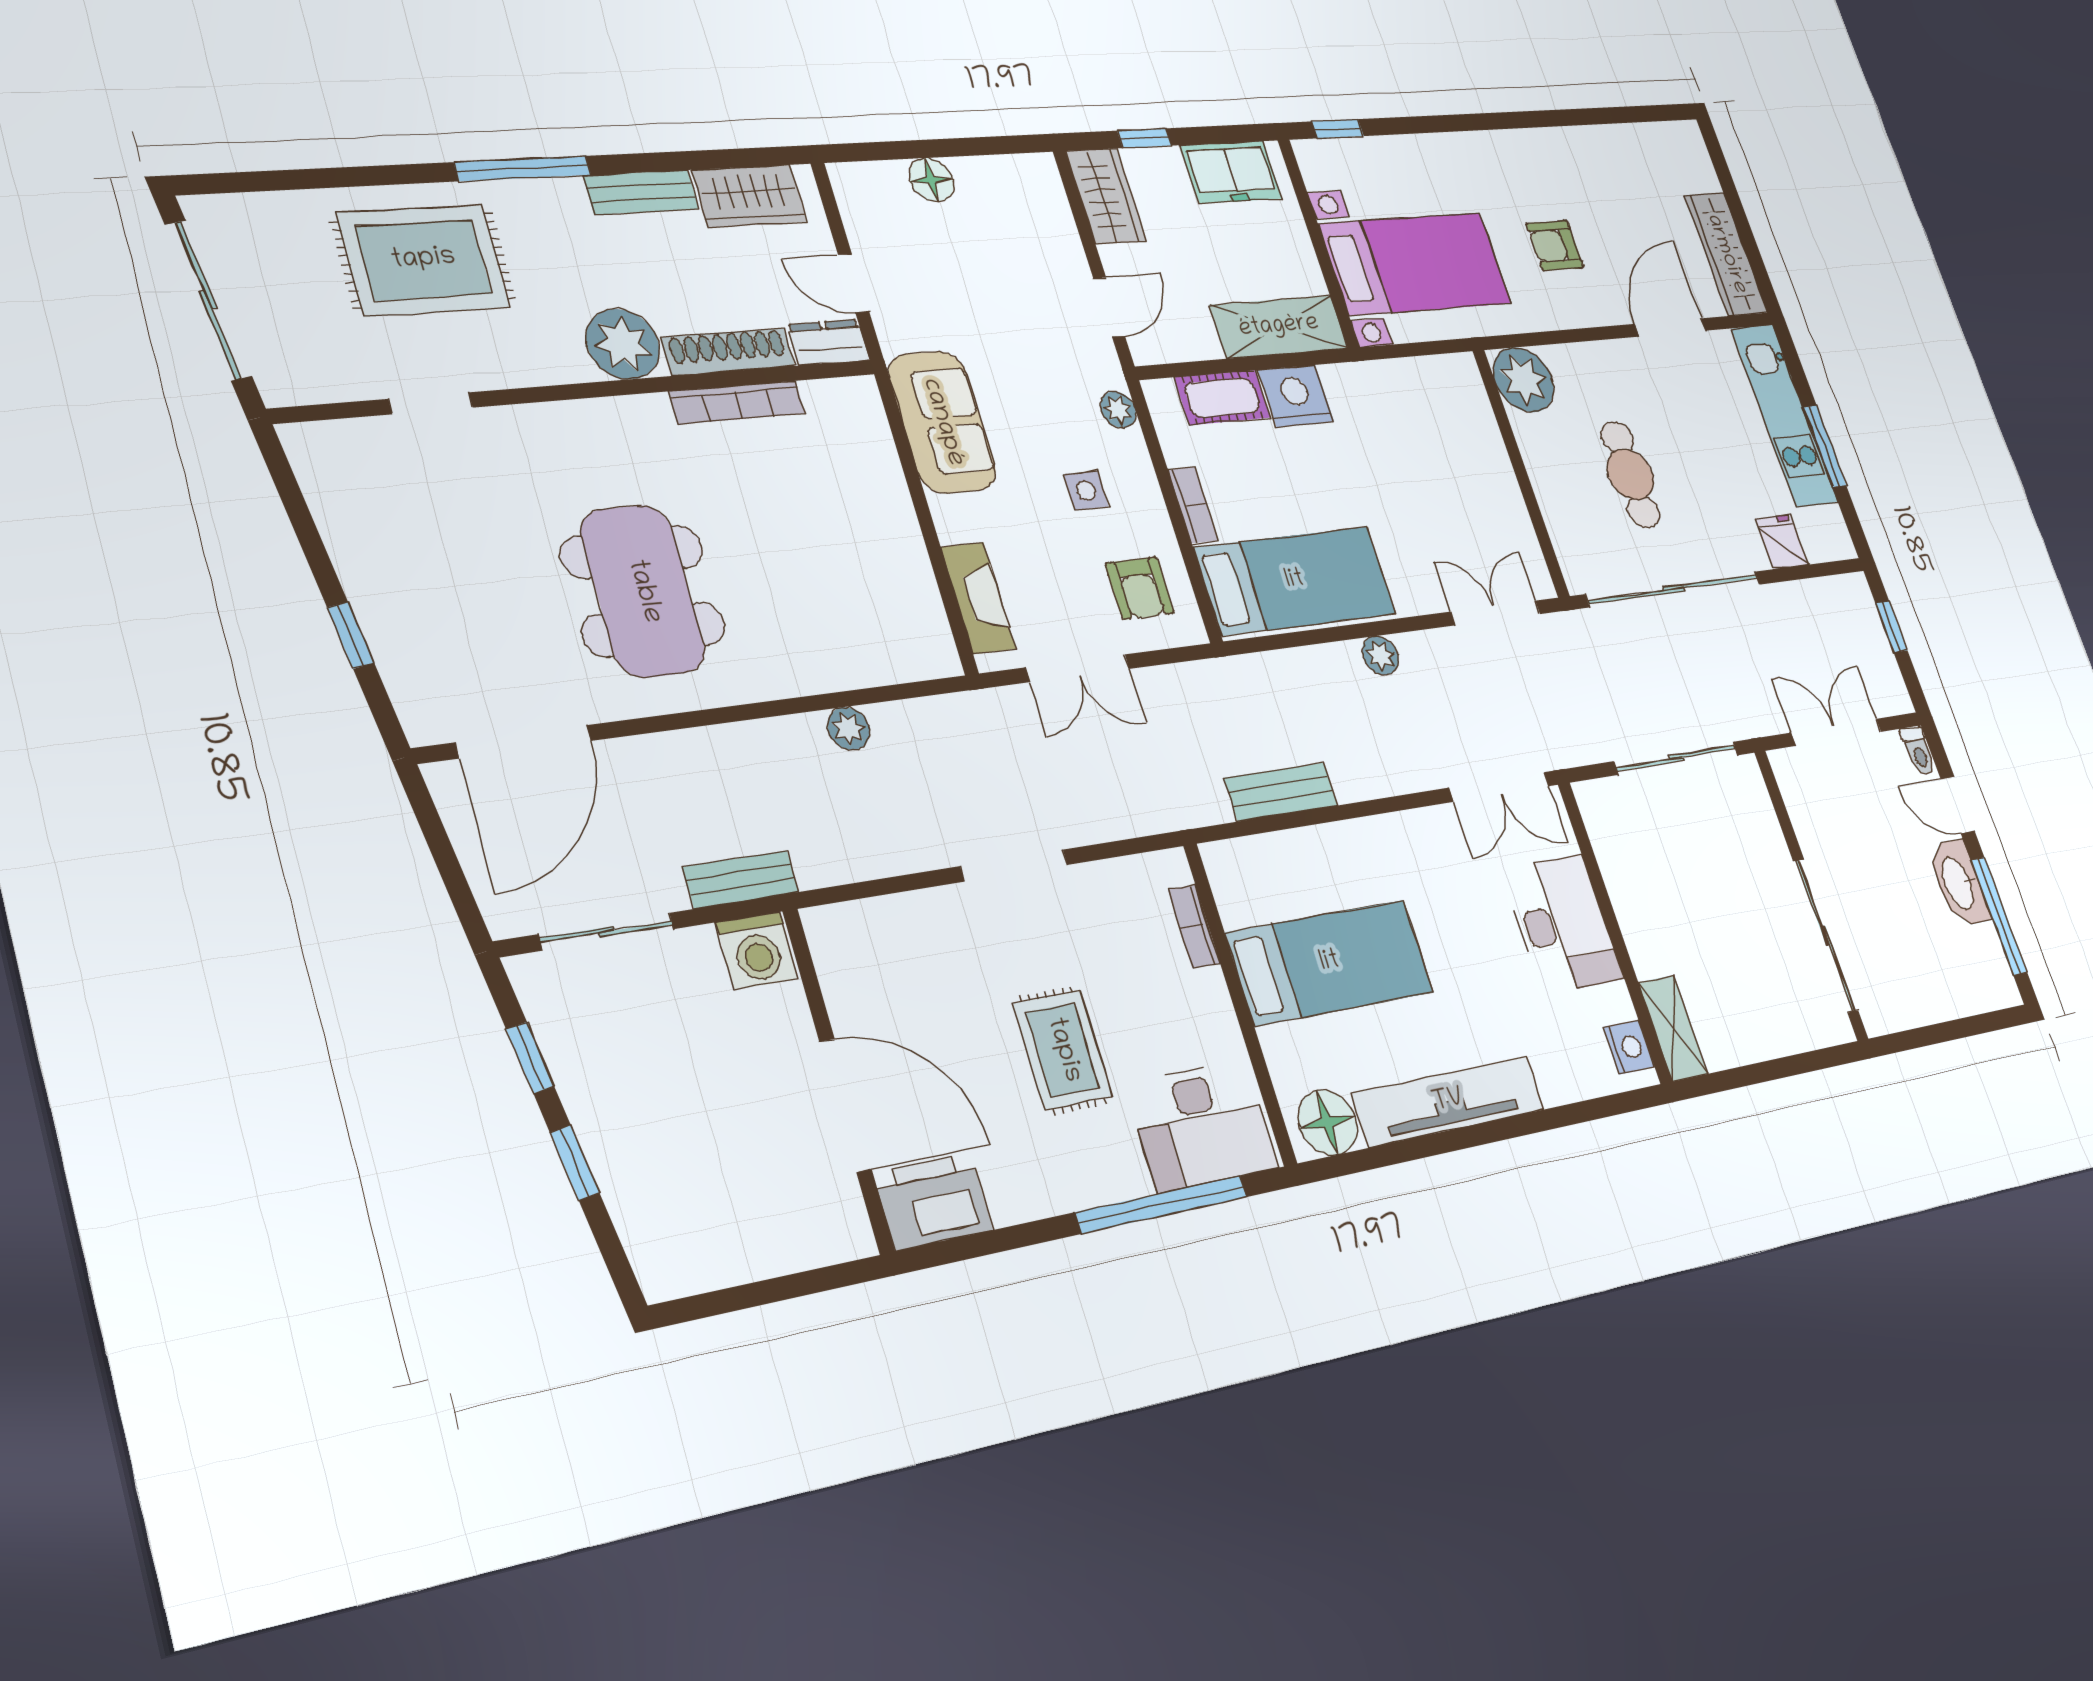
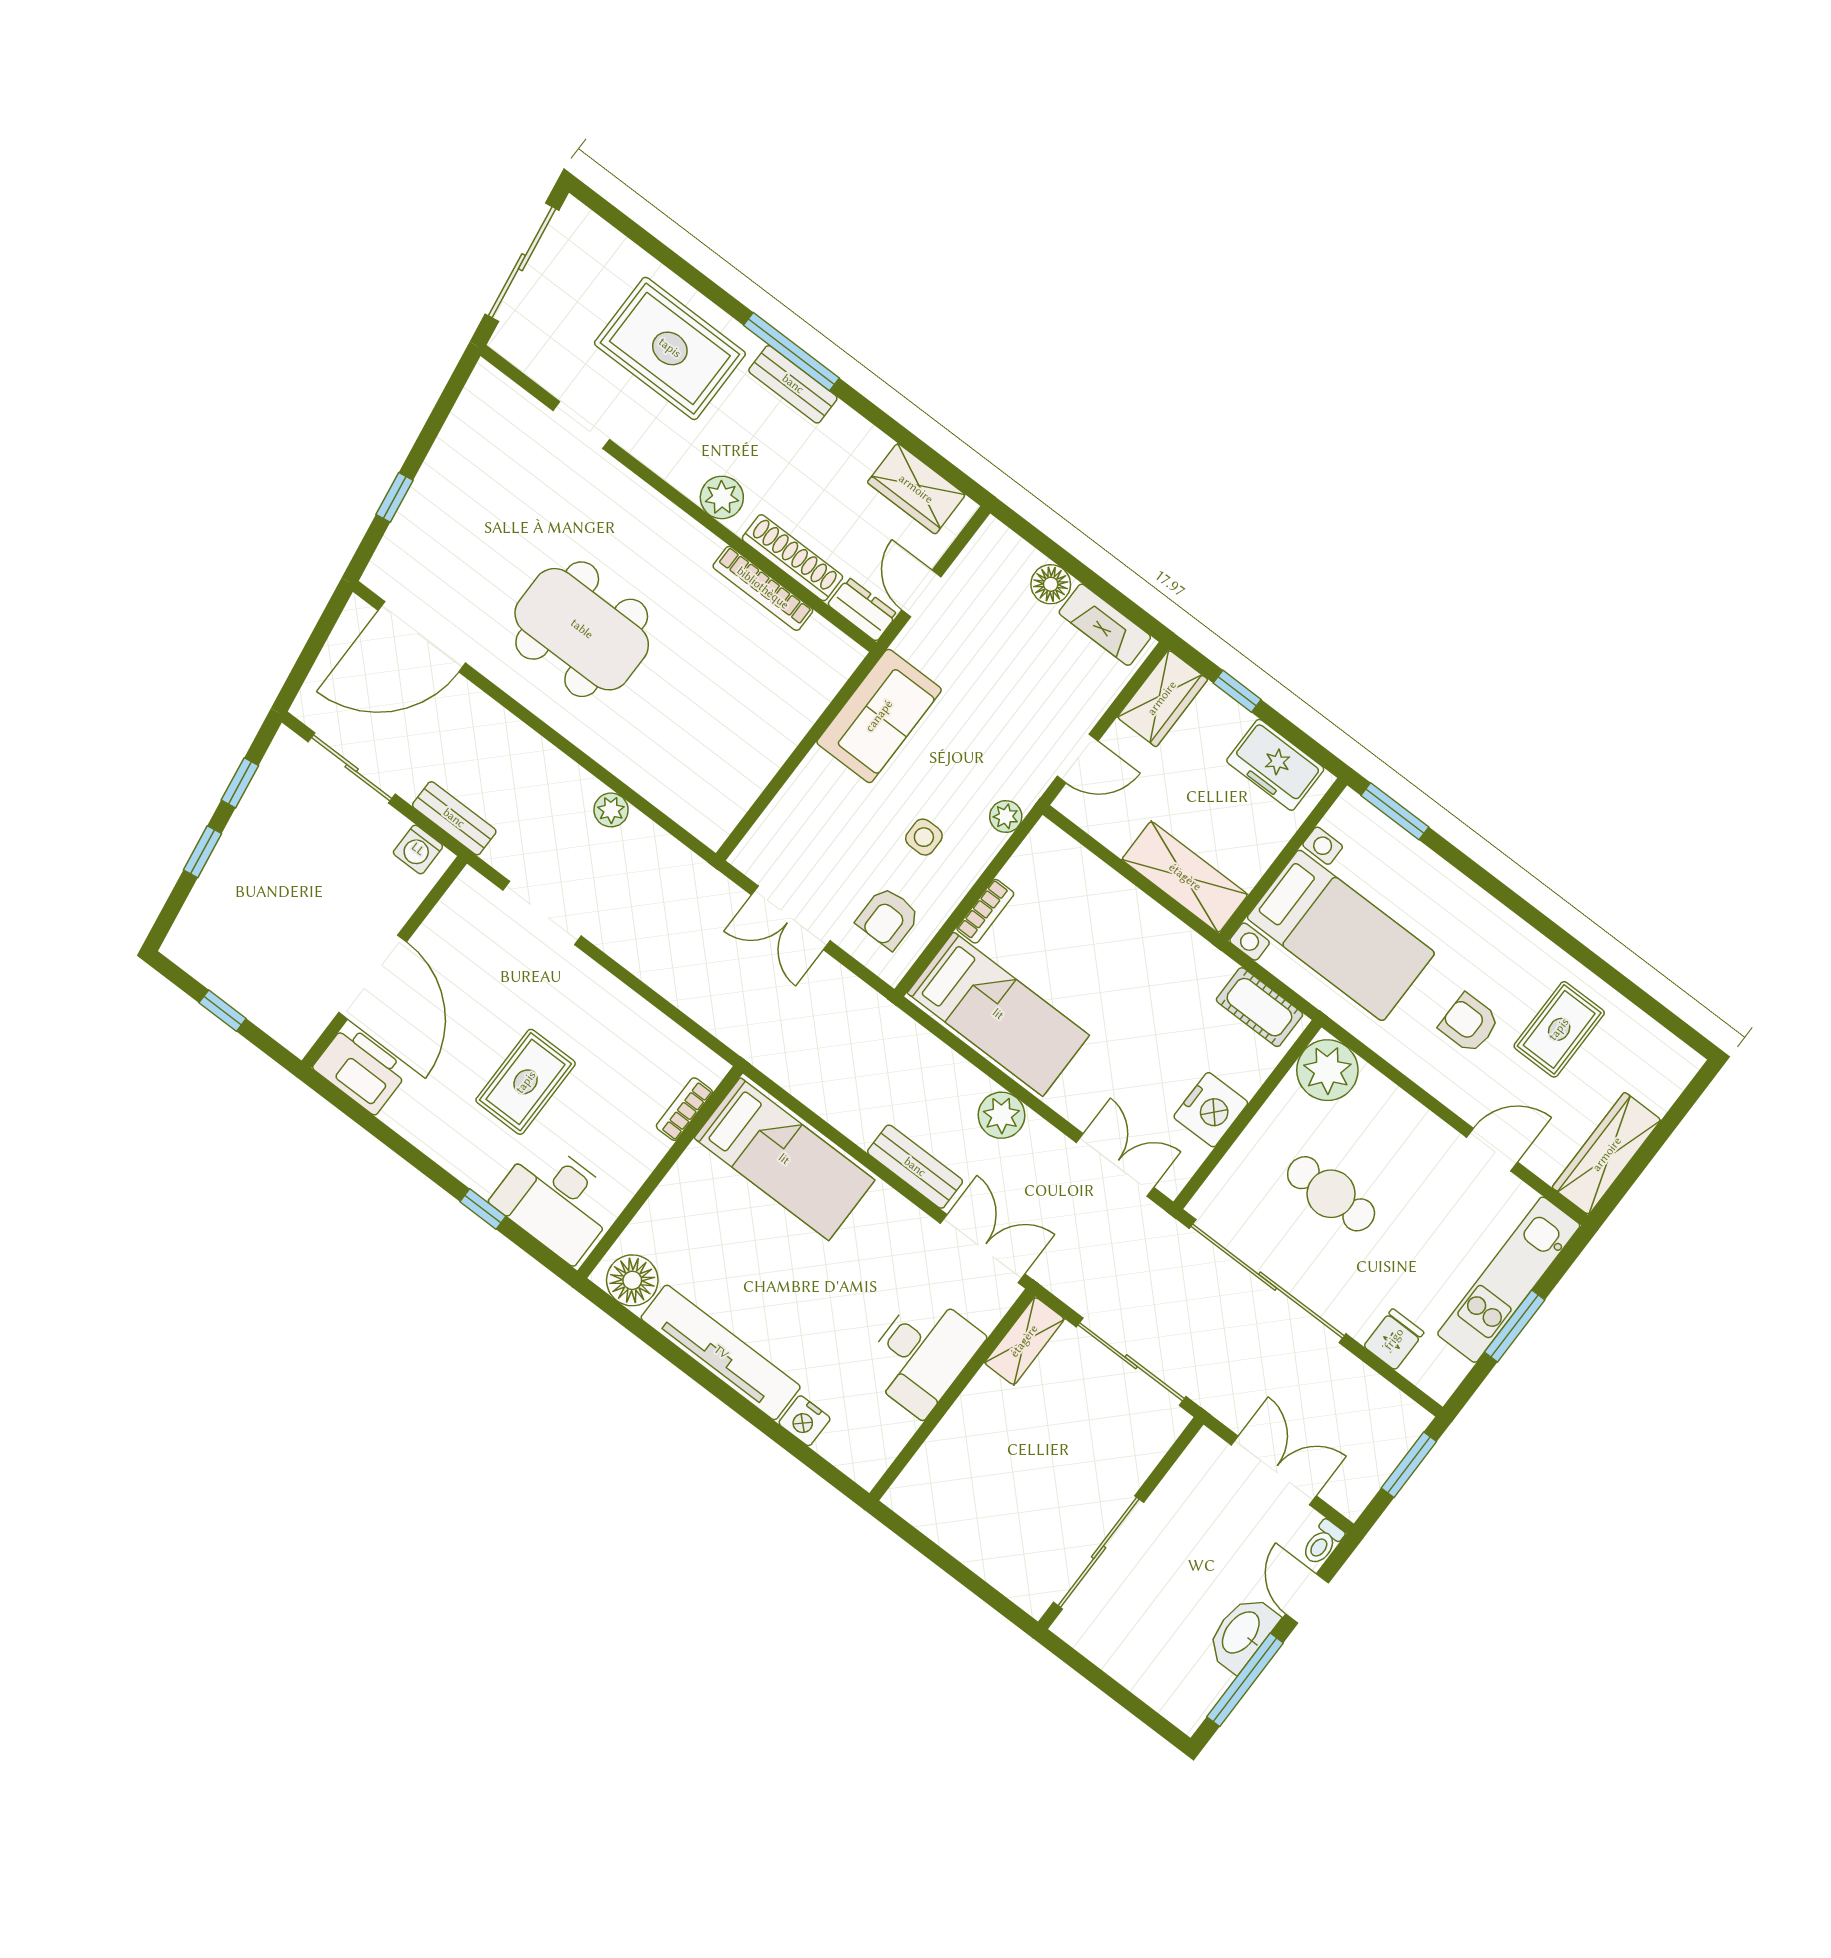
window: (1338, 129) -> (1395, 811), width x1.50
rug: (1603, 191) -> (1559, 1029), added
bench: (641, 192) -> (793, 384), moved
door: (1670, 327) -> (1492, 1150), width x0.73
plant: (623, 344) -> (722, 497), width x0.73, depth x0.73
nightstand: (1296, 396) -> (1211, 1110), moved, turned 90
cot: (1222, 398) -> (1259, 1007), moved
cafe table: (1630, 474) -> (1331, 1194), turned 90
dining table: (643, 591) -> (582, 629), turned 90
fireplace: (978, 598) -> (1105, 625), moved, turned 90
window: (1891, 627) -> (1409, 1465), width x1.50
plant: (1380, 655) -> (1001, 1115), width x1.38, depth x1.38
double door: (1499, 787) -> (983, 1249), swing flipped
bench: (1281, 792) -> (915, 1167), moved
doorway: (1014, 866) -> (542, 913), moved
washing machine: (757, 951) -> (418, 849), width x0.73, depth x0.73
bed: (1330, 963) -> (784, 1159), moved
shelving: (1673, 1028) -> (1024, 1341), moved
nightstand: (1629, 1047) -> (804, 1421), moved, turned 90
window: (1162, 1205) -> (483, 1209), width x0.32
window: (765, 1292) -> (223, 1011), added

